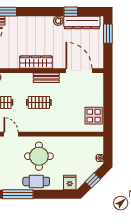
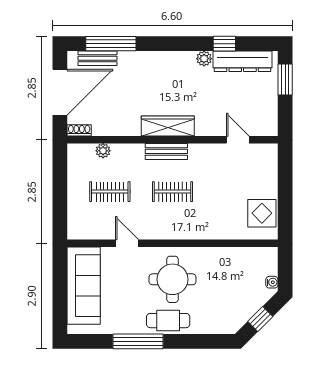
door: (79, 71) -> (238, 140), width x0.53
bench: (46, 78) -> (166, 151), moved
fridge: (70, 182) -> (223, 322), removed

